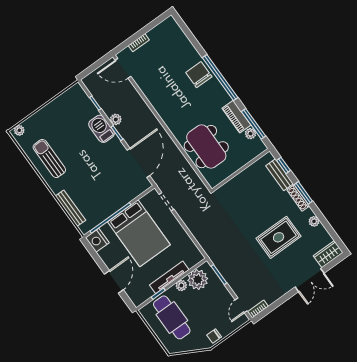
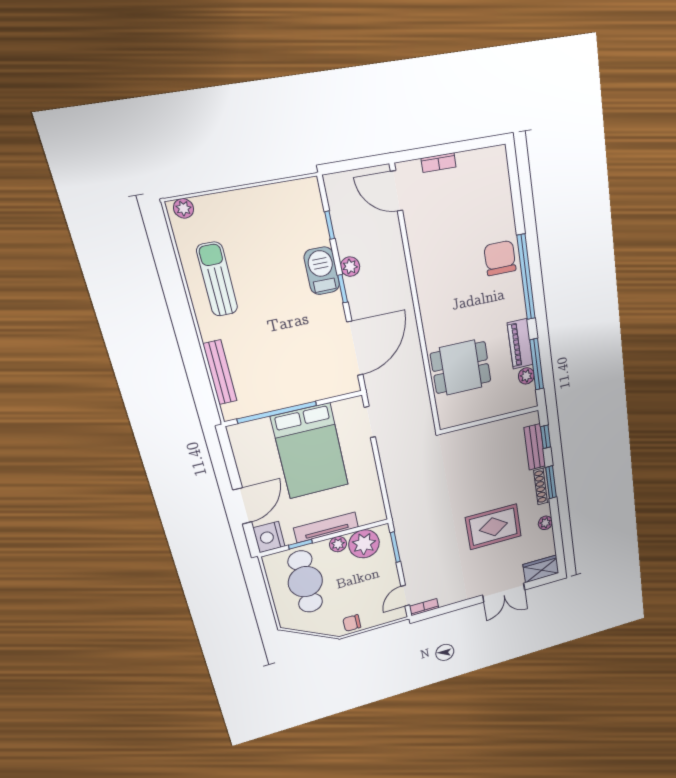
dining table: (206, 147) -> (461, 367), width x0.73
nightstand: (97, 240) -> (269, 537), moved

